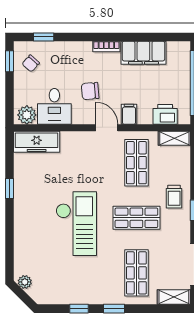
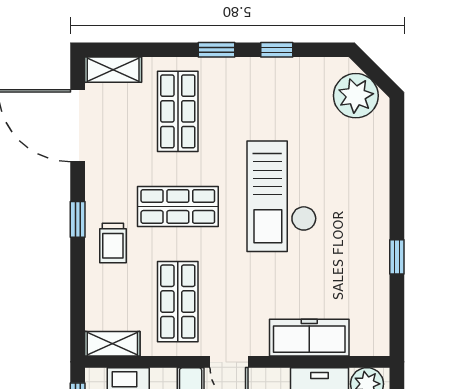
freezer: (37, 142) -> (309, 338), moved
trolley: (174, 197) -> (113, 243), turned 180
plant: (25, 282) -> (356, 96), width x1.87, depth x1.87

